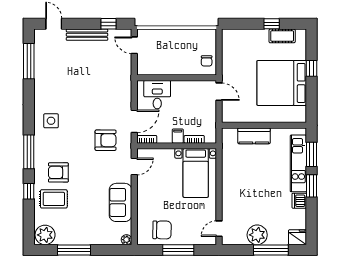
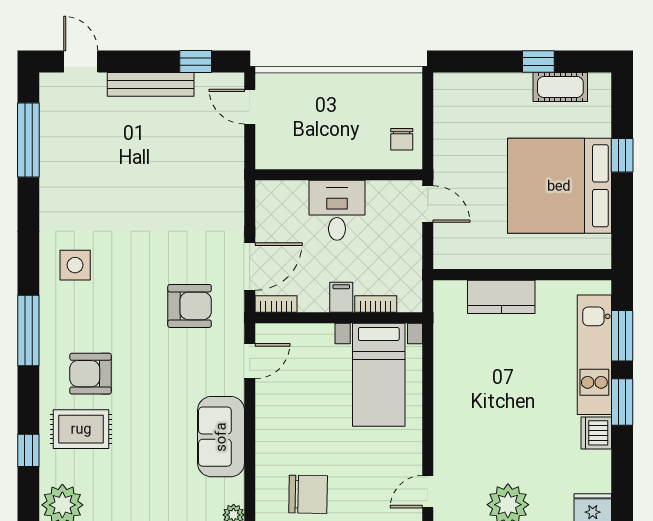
desk: (157, 95) -> (337, 210), moved
window: (29, 191) -> (28, 450), moved

